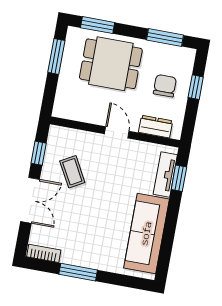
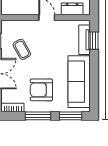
armchair: (90, 236) -> (41, 90), added
window: (125, 281) -> (71, 116), added

